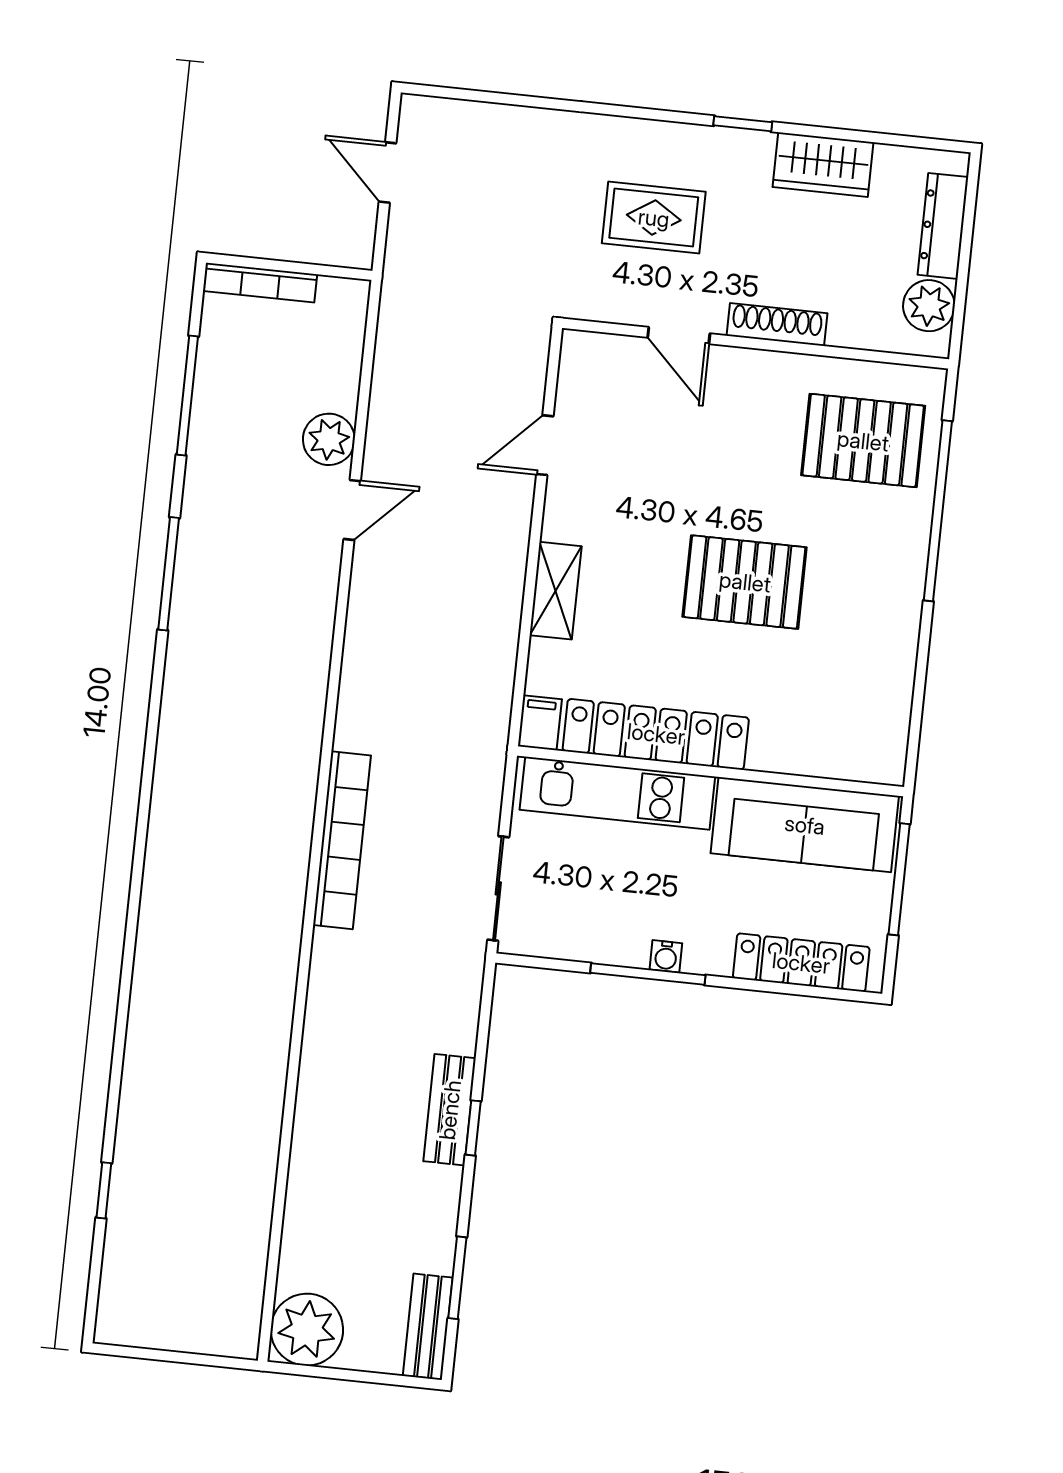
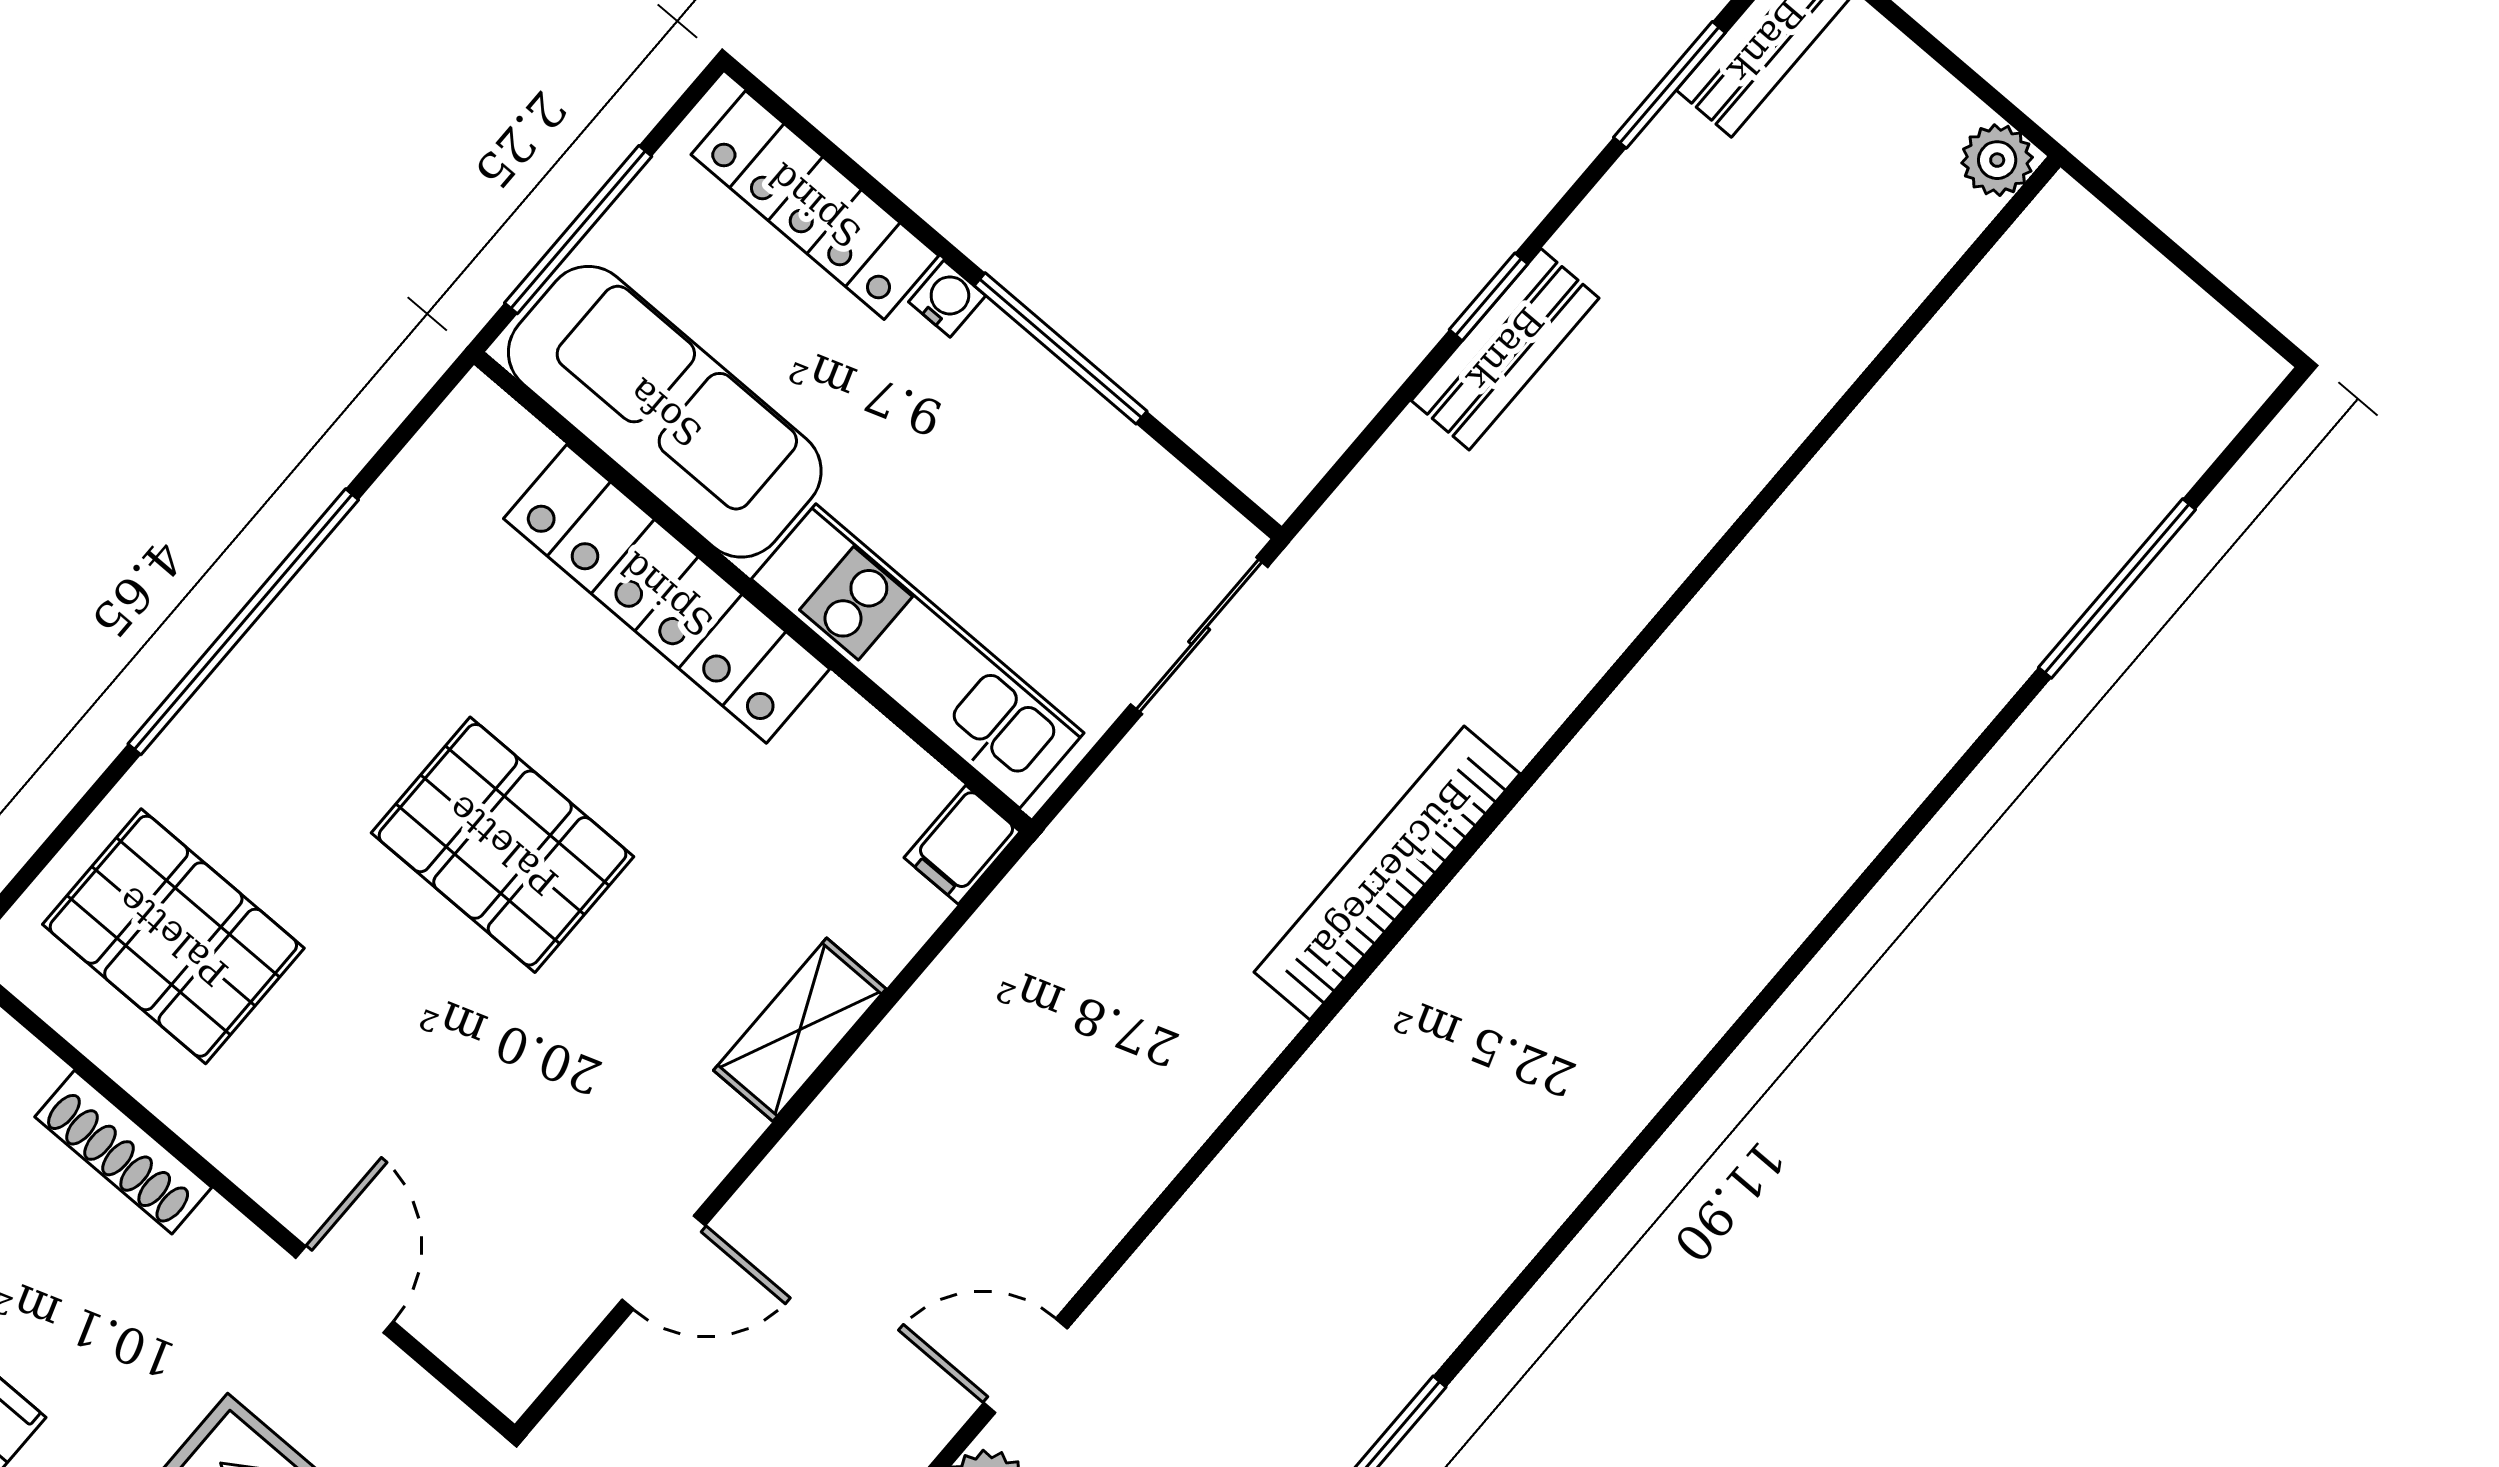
shoe rack: (777, 325) -> (123, 1152), moved
window: (938, 511) -> (243, 622), moved
locker: (656, 734) -> (667, 594), moved
water cooler: (666, 956) -> (947, 299), moved
window: (104, 1190) -> (2117, 589), width x2.17
plant: (307, 1330) -> (1997, 160), width x0.53, depth x0.53

